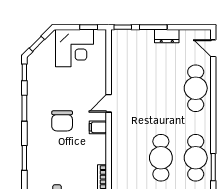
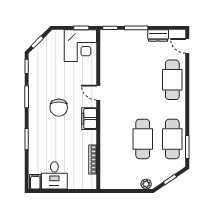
dresser: (167, 36) -> (158, 35), moved
corner desk: (75, 48) -> (80, 46), moved
door: (109, 103) -> (98, 93), hinge flipped
filing cabinet: (98, 127) -> (89, 119), width x2.00

